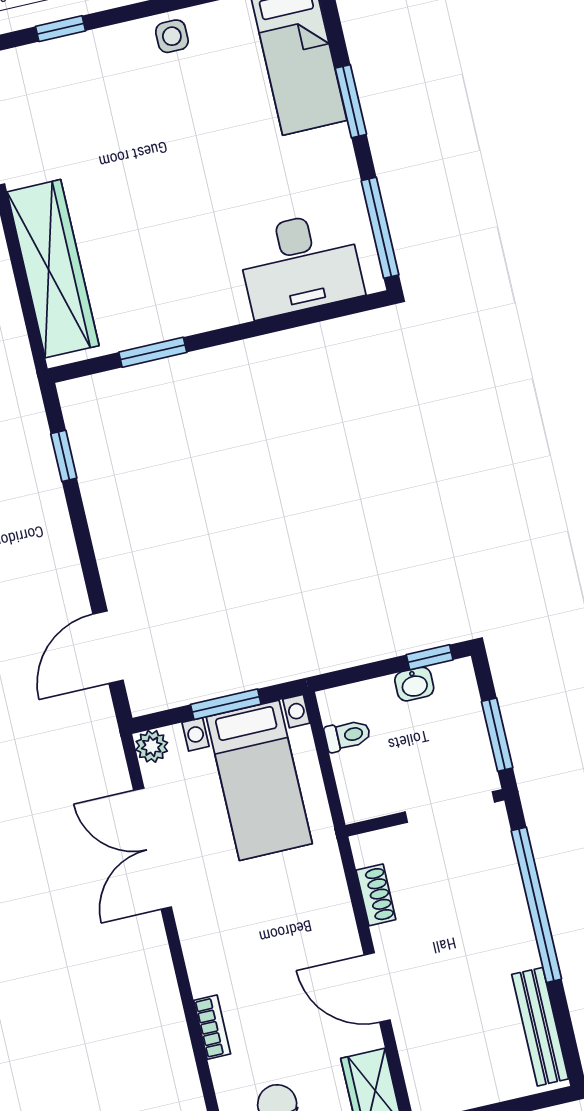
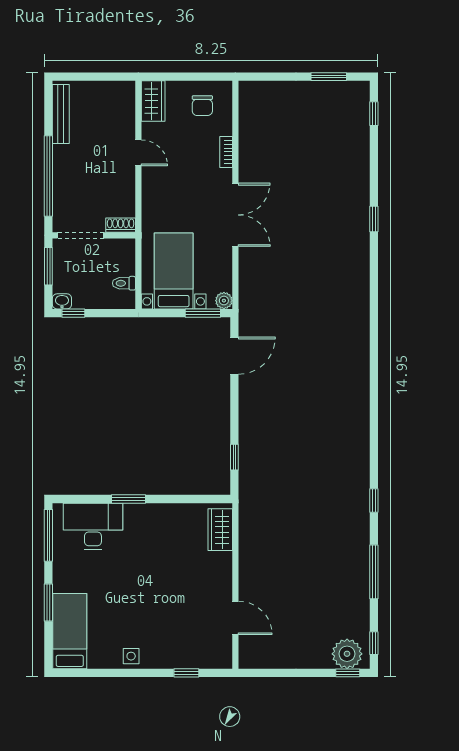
wardrobe: (53, 269) -> (220, 530), width x0.48, depth x0.85
window: (153, 352) -> (129, 499), moved
washbasin: (414, 684) -> (62, 301), moved
window: (226, 704) -> (203, 313), moved
double door: (152, 849) -> (235, 215), moved
shoe rack: (376, 895) -> (121, 225), moved, turned 90
door: (377, 987) -> (138, 153), width x0.73

